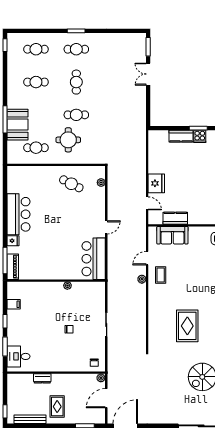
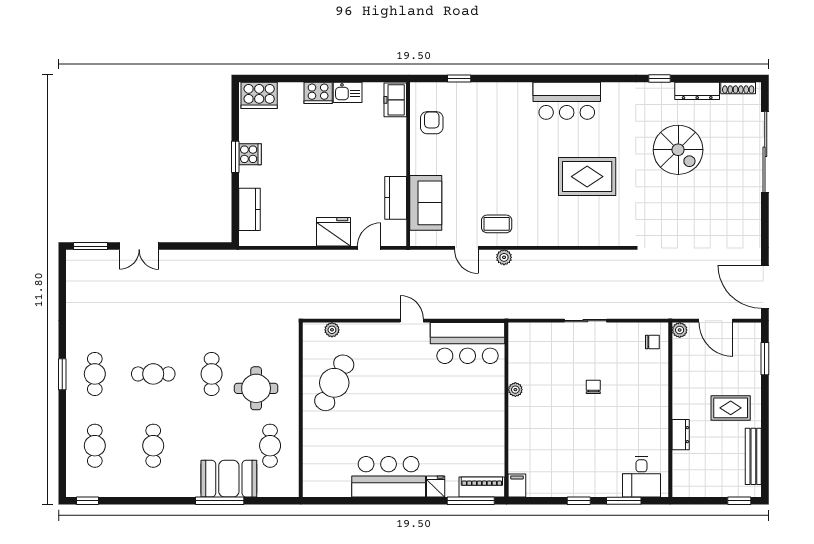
kitchen counter: (181, 136) -> (250, 209), moved
cafe table: (71, 184) -> (334, 383), width x1.37, depth x1.35
filing cabinet: (14, 304) -> (517, 486), moved

